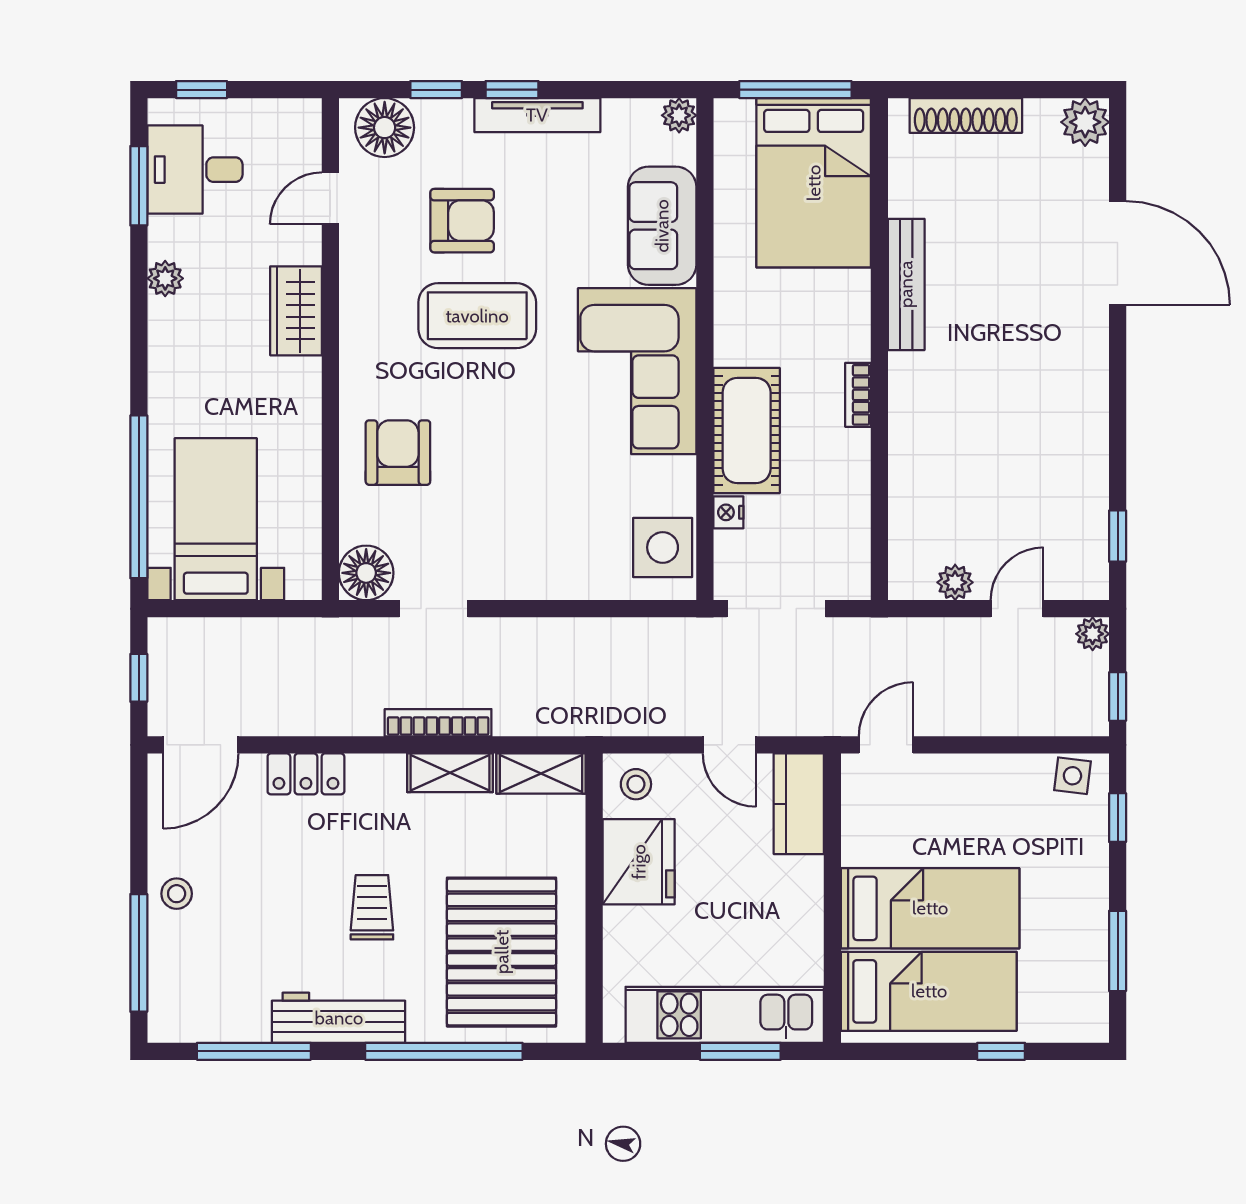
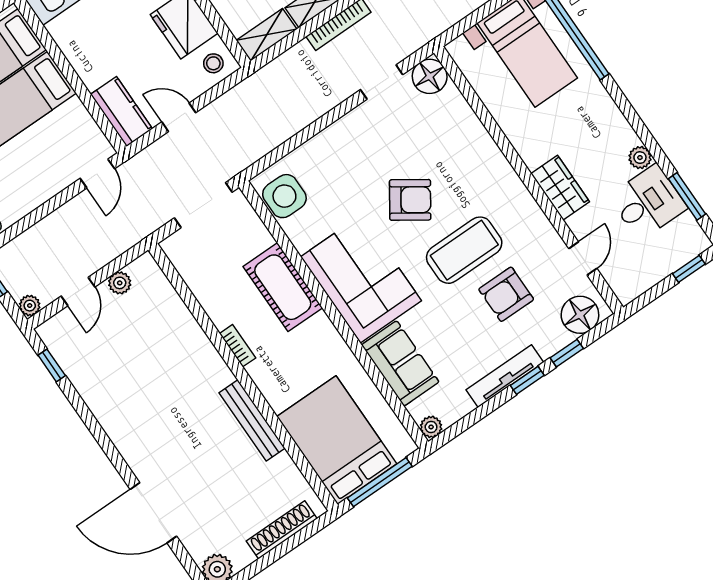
desk: (195, 170) -> (648, 202), moved
armchair: (398, 453) -> (410, 200), moved, turned -56
nightstand: (728, 512) -> (263, 238), removed

